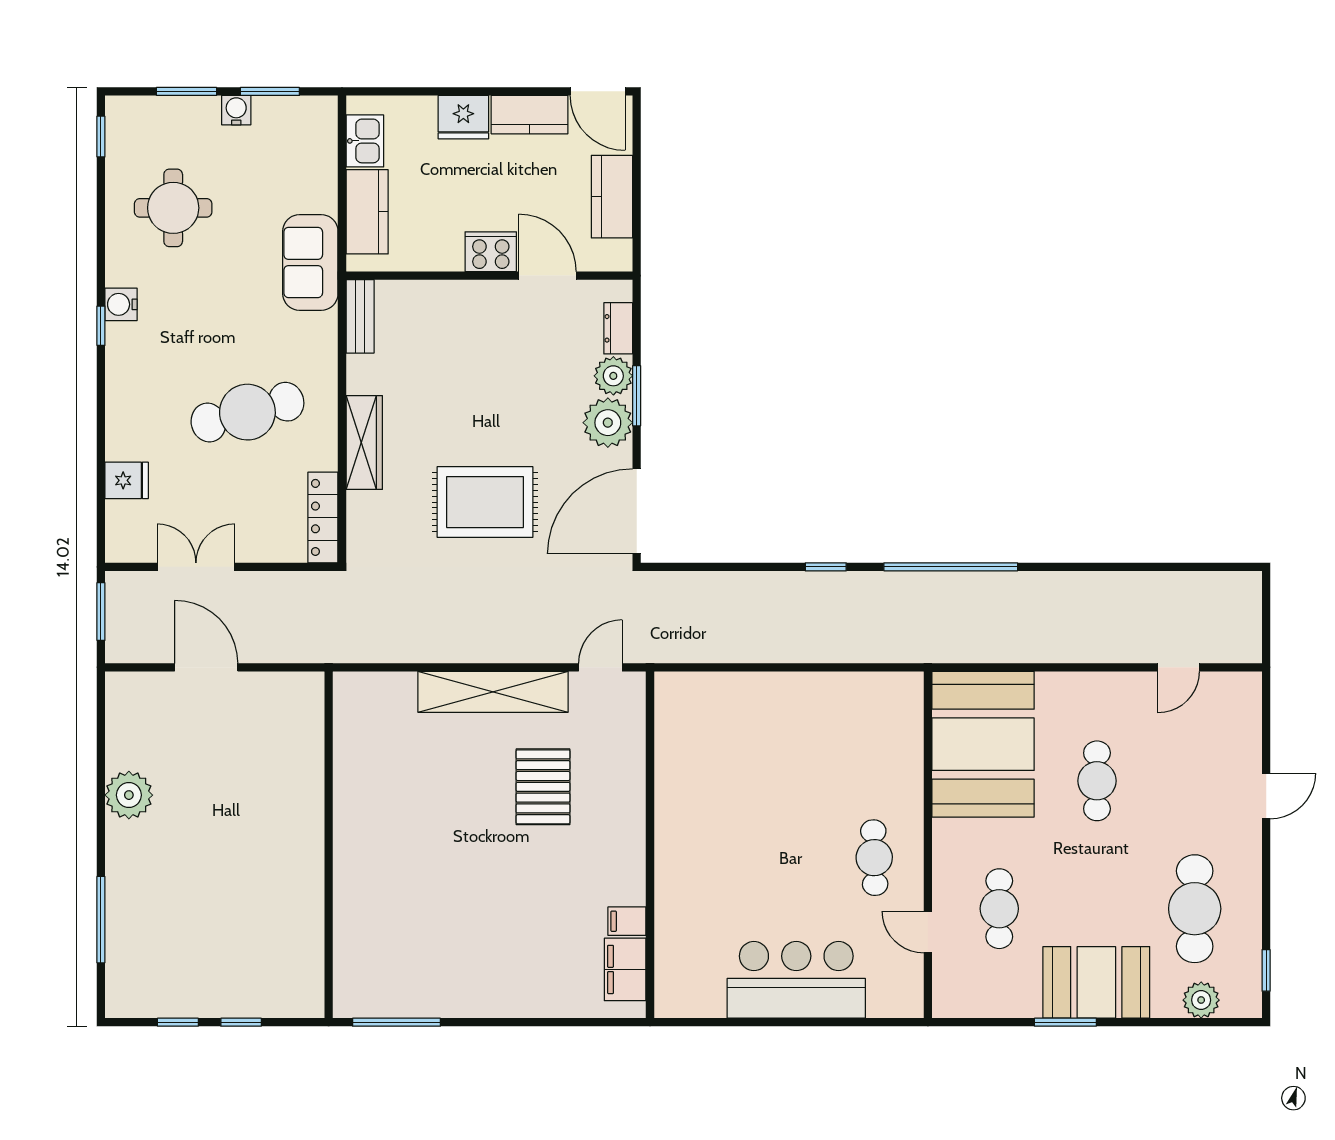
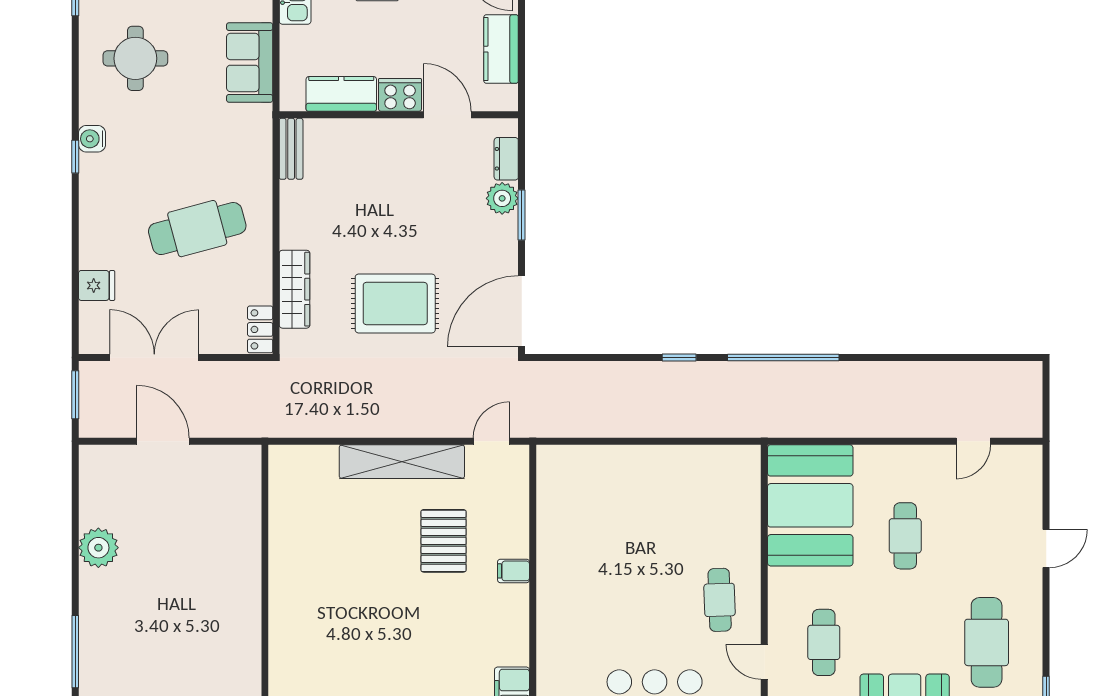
kitchen counter: (367, 212) -> (341, 94), moved, turned -90
sofa: (310, 262) -> (250, 62), moved
plant: (608, 423) -> (498, 237), removed
wardrobe: (364, 443) -> (295, 289), moved
locker: (323, 517) -> (260, 329), width x0.66
double door: (196, 567) -> (154, 358), width x1.37
filing cabinet: (627, 921) -> (513, 571), moved

